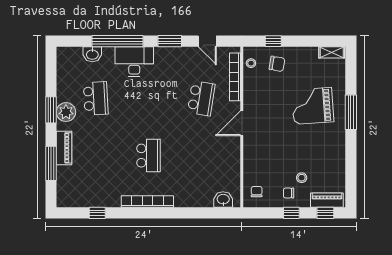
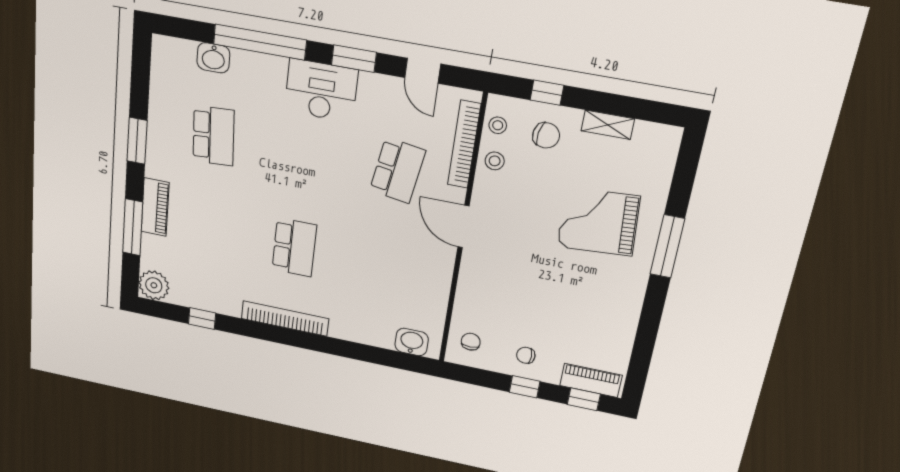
shelving: (332, 52) -> (608, 125), moved
desk: (134, 62) -> (321, 90), moved
plant: (66, 112) -> (154, 285), moved
door: (242, 123) -> (463, 227), hinge flipped
stool: (302, 178) -> (495, 161), moved

